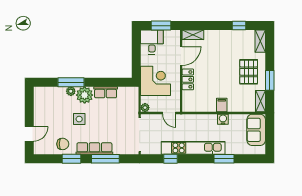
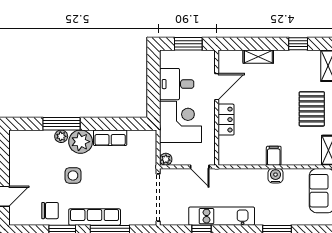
shelving: (193, 35) -> (258, 57), moved
desk: (152, 42) -> (177, 84), moved, turned -90
kitchen unit: (193, 148) -> (222, 216), width x0.73

